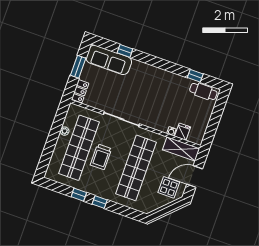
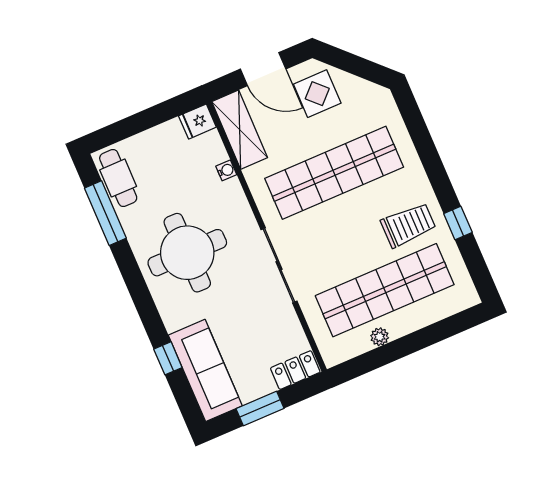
window: (195, 76) -> (105, 213), width x2.17
round table: (155, 91) -> (187, 253), added
fridge: (183, 132) -> (197, 122), moved
trolley: (101, 157) -> (408, 225), moved
window: (100, 202) -> (439, 180), removed

